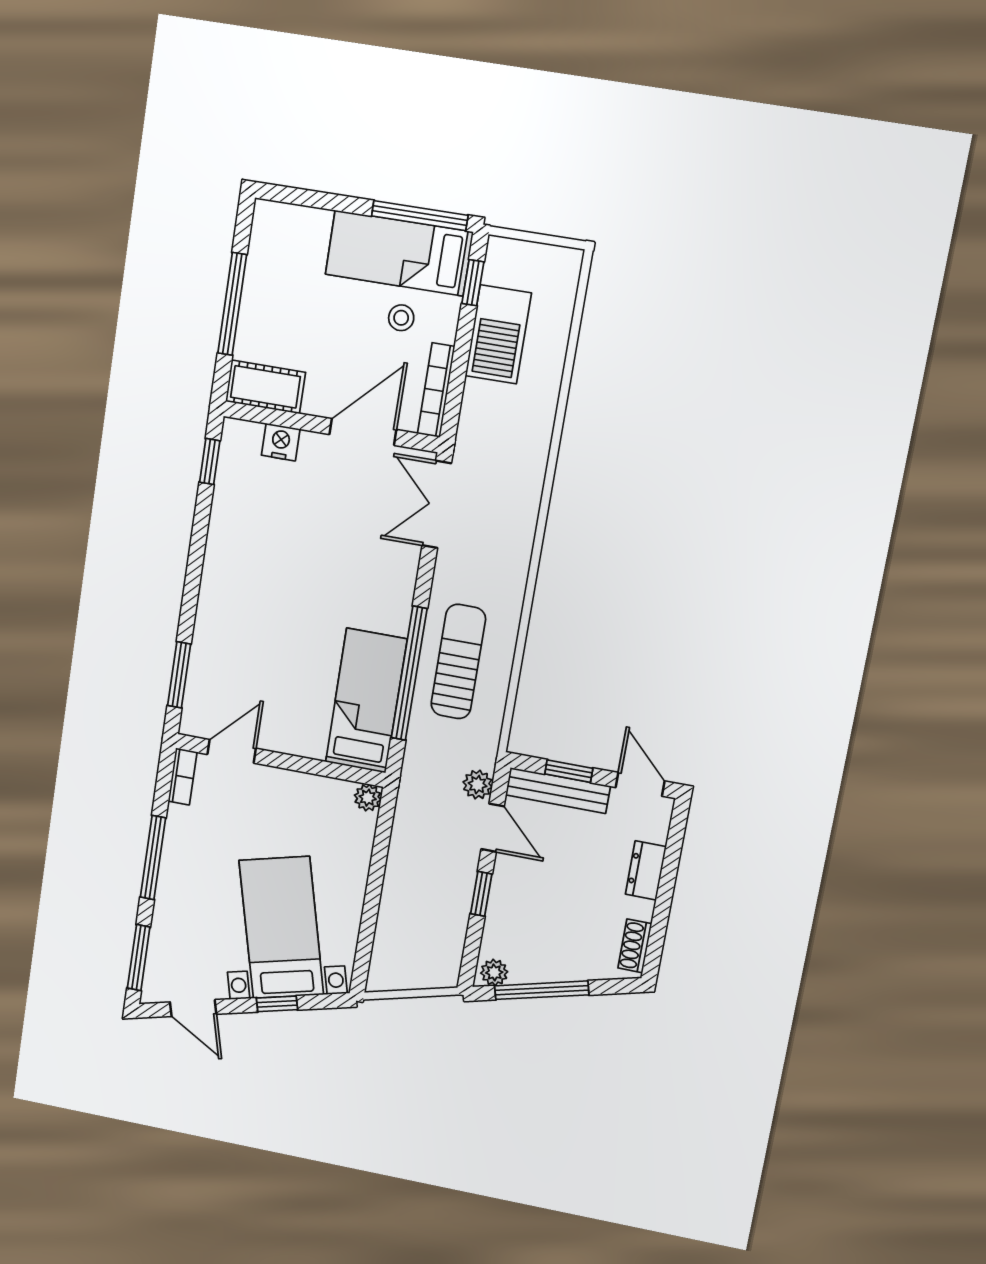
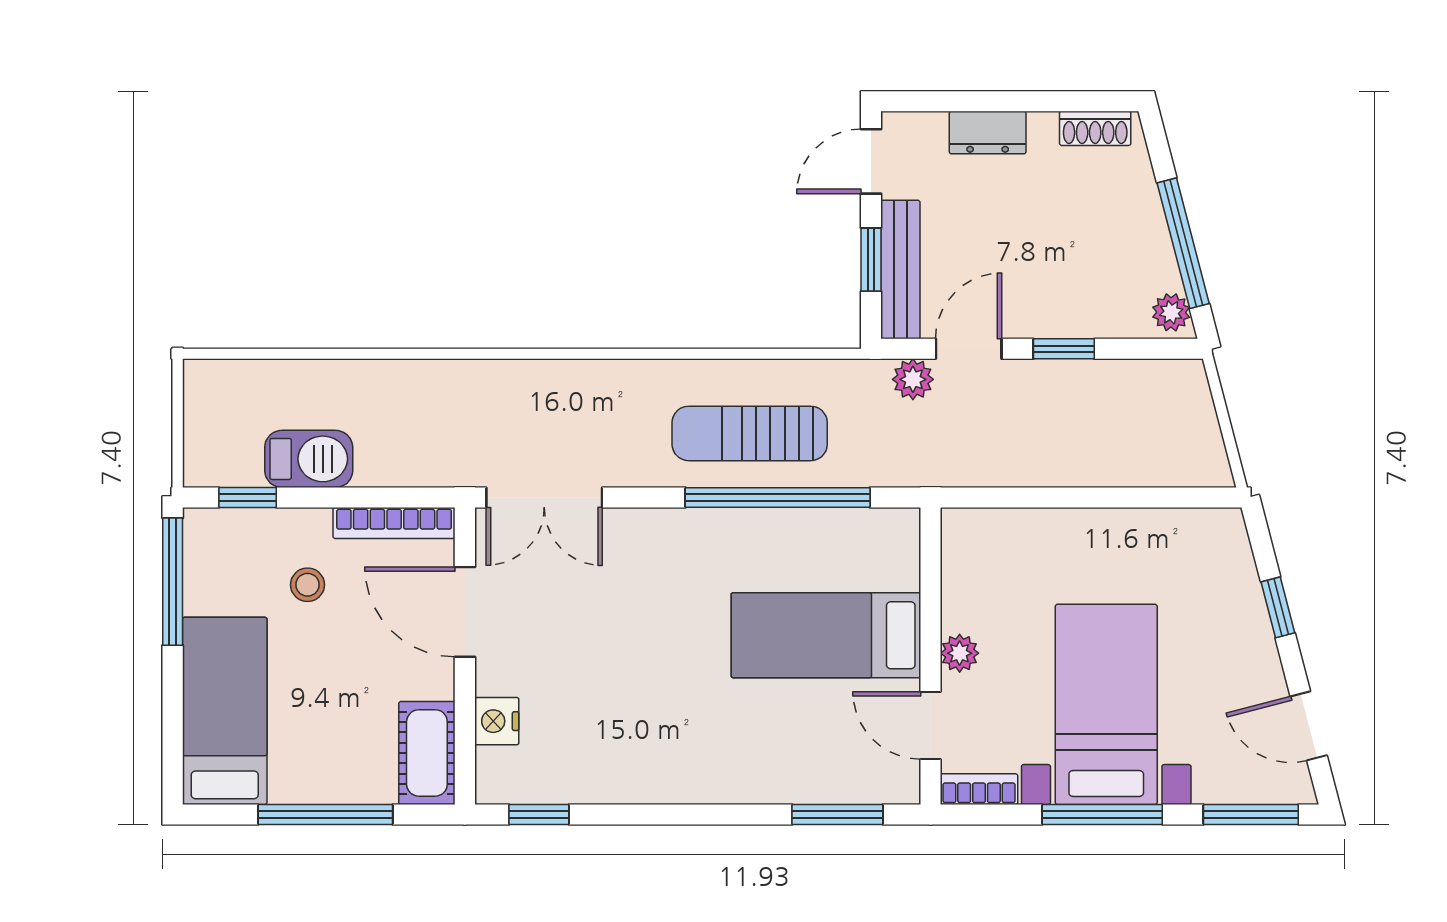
bed: (399, 253) -> (225, 711), moved, turned 180
barbecue: (498, 334) -> (309, 459), width x0.73, depth x0.83
bed: (366, 701) -> (826, 635), moved
plant: (368, 798) -> (960, 653), moved
bed with nightstands: (281, 928) -> (1106, 704), moved, turned 105
door: (193, 1008) -> (1309, 726), swing flipped

